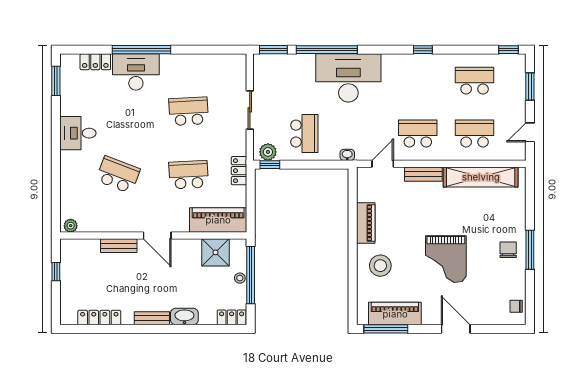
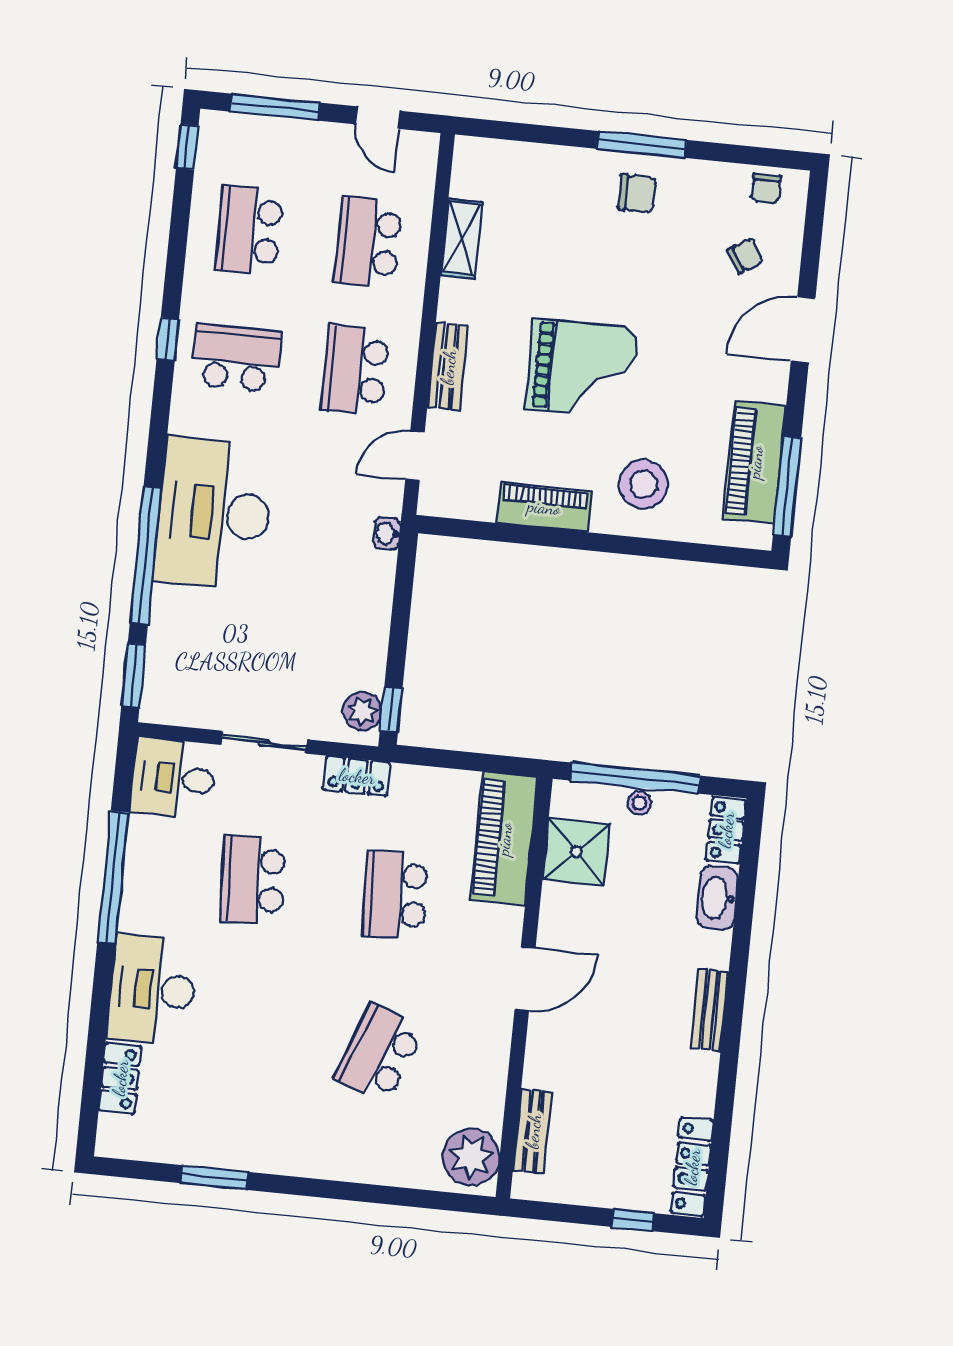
window: (141, 50) -> (113, 877), moved
window: (56, 81) -> (214, 1178), moved
window: (530, 86) -> (275, 107), width x1.44
desk: (78, 133) -> (173, 778), moved, turned 90
school desk: (304, 134) -> (236, 358), moved
door: (383, 164) -> (415, 456), hinge flipped
locker: (239, 171) -> (357, 776), moved
shelving: (481, 177) -> (462, 238), width x0.45, depth x0.75
plant: (71, 226) -> (471, 1157), width x1.88, depth x1.88
bench: (119, 246) -> (533, 1131), moved
chair: (508, 250) -> (637, 193), turned 180
grand piano: (446, 259) -> (582, 369), moved
window: (56, 272) -> (632, 1220), moved
chair: (486, 300) -> (745, 256), added
washbasin: (184, 317) -> (717, 898), moved
locker: (99, 318) -> (692, 1167), moved

